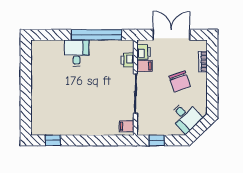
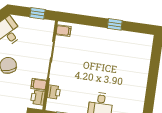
window: (53, 140) -> (115, 24), moved

